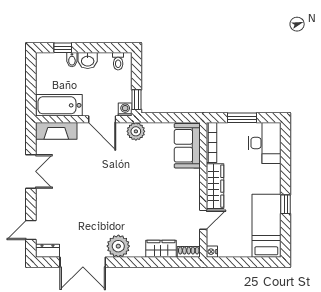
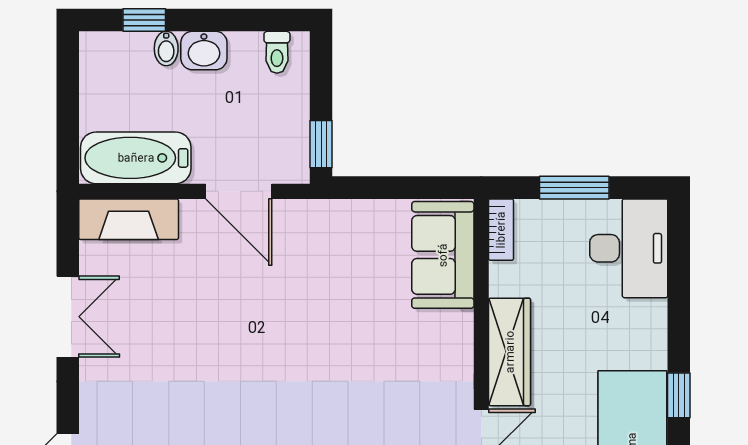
washing machine: (125, 109) -> (294, 168), removed
plant: (136, 131) -> (320, 220), removed
bookcase: (212, 142) -> (501, 230), width x0.64

